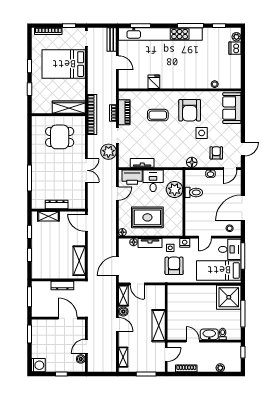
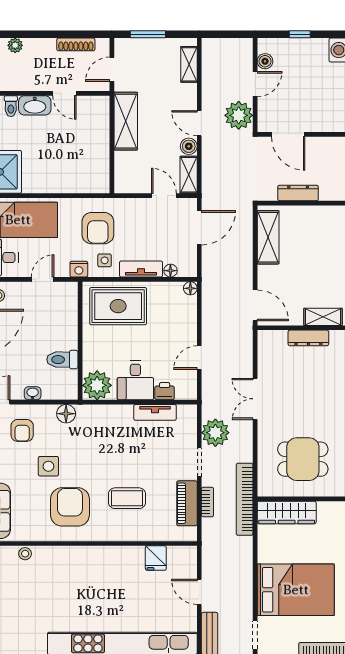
fridge: (154, 82) -> (156, 558), moved
printer: (132, 177) -> (165, 391), width x0.53, depth x0.68
plant: (175, 190) -> (97, 385), moved
rug: (147, 217) -> (118, 306), moved
plant: (95, 329) -> (239, 115), added

